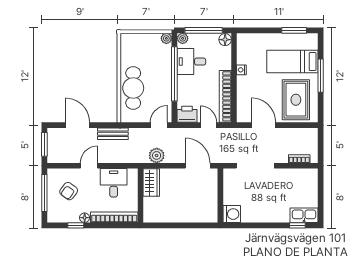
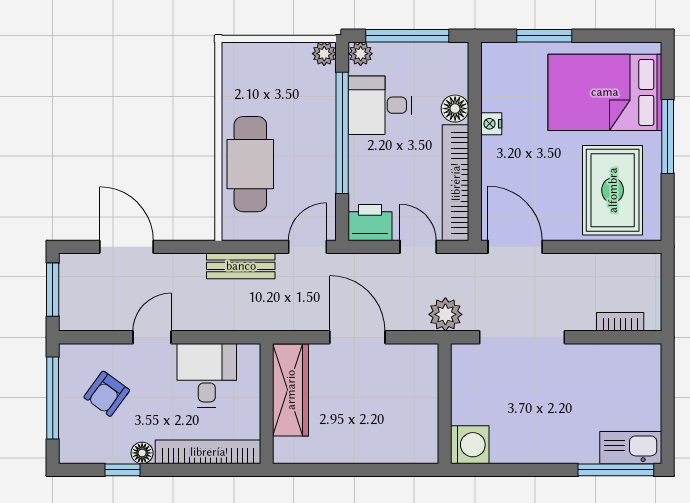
window: (294, 30) -> (544, 36), moved
floor lamp: (225, 40) -> (455, 109), moved
bed: (292, 62) -> (605, 92), width x1.50
door: (264, 125) -> (515, 247), moved
bench: (113, 134) -> (241, 266), moved
plant: (157, 155) -> (445, 314), moved
door: (198, 166) -> (357, 337), moved
wardrobe: (151, 183) -> (291, 390), width x1.50
window: (297, 225) -> (616, 470), width x2.17

